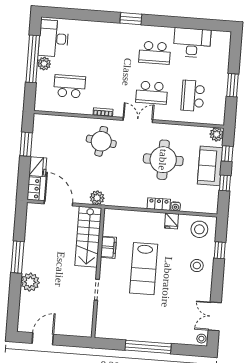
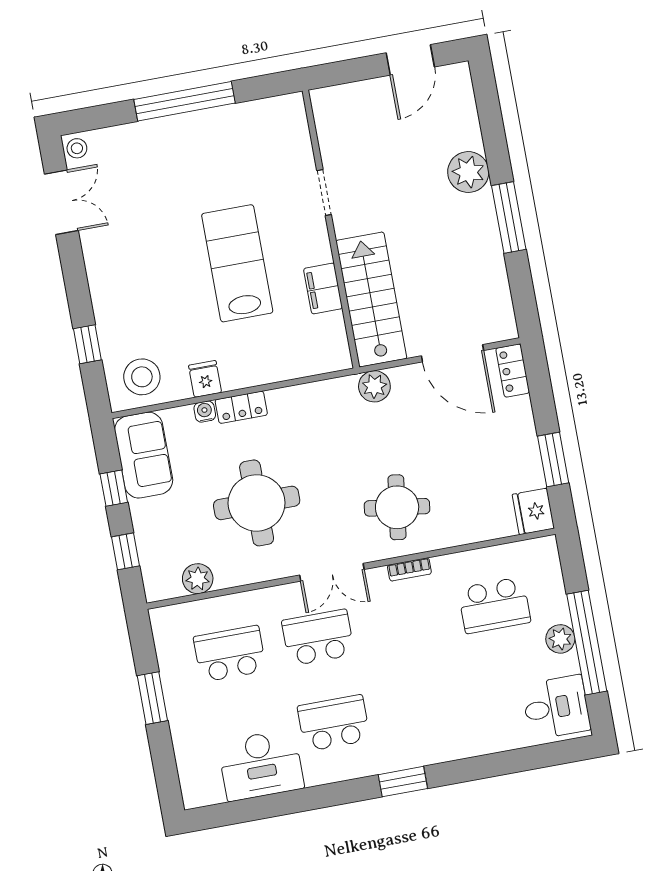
desk: (54, 39) -> (556, 707), width x0.73
school desk: (193, 96) -> (230, 654), turned -90
plant: (217, 134) -> (198, 579), moved
sofa: (210, 166) -> (144, 455), moved
fridge: (38, 167) -> (533, 511), moved
stool: (197, 266) -> (127, 299), removed

